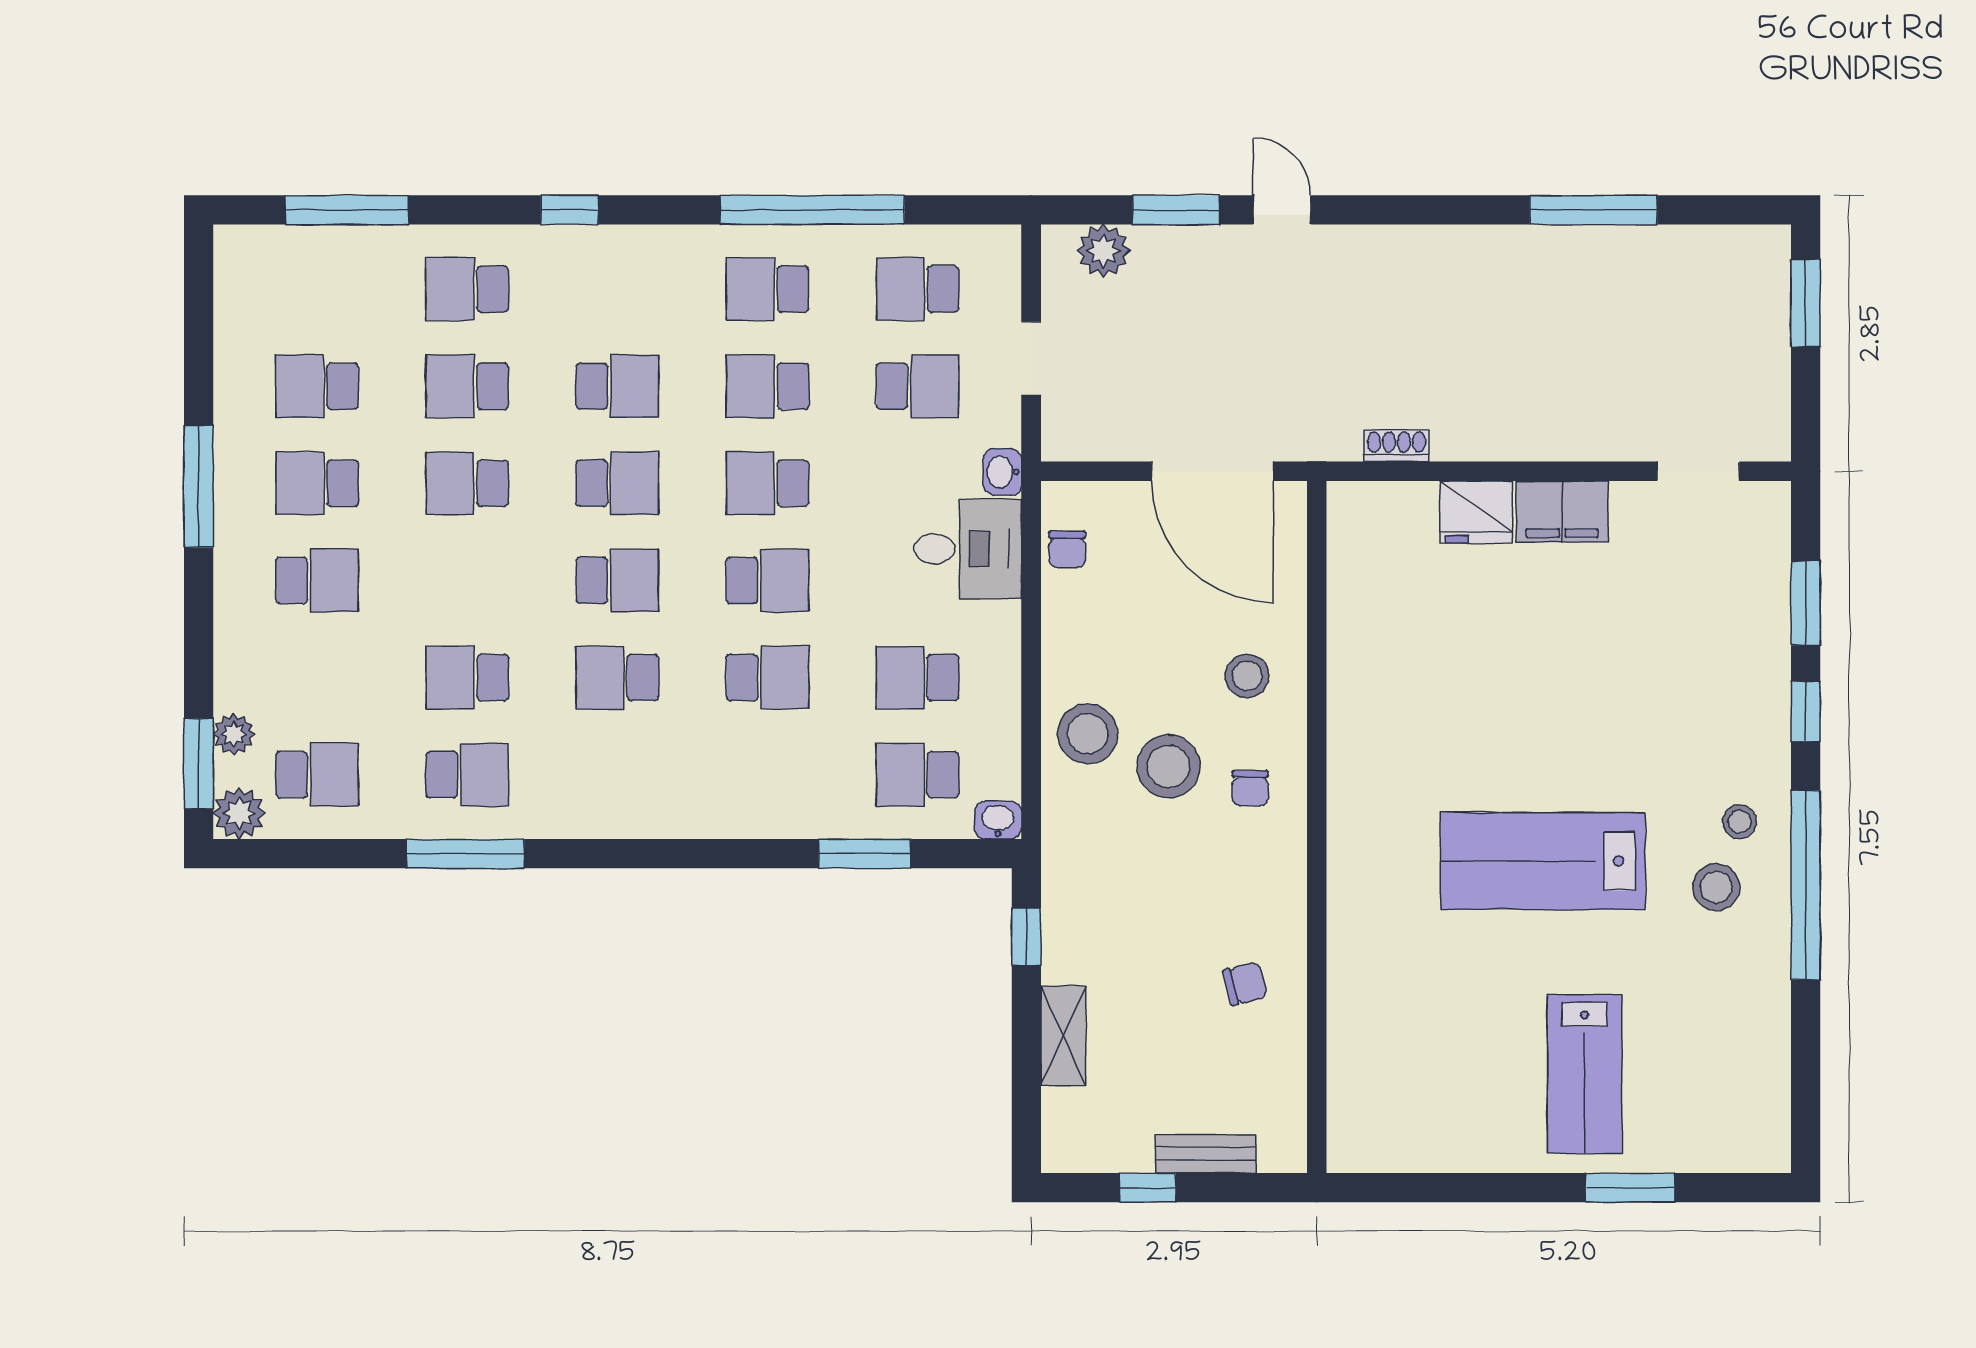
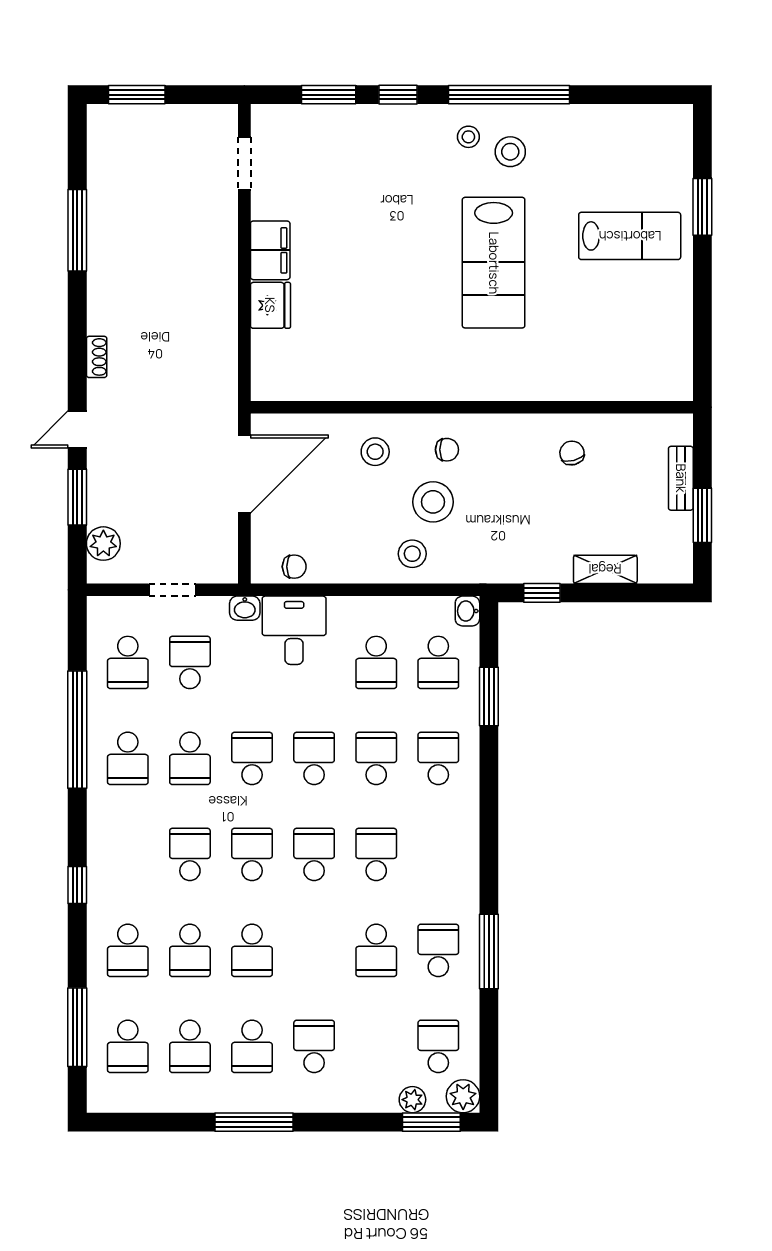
school desk: (317, 289) -> (128, 1046), added
shoe rack: (1396, 446) -> (97, 357), moved, turned 180
school desk: (767, 483) -> (252, 758), turned 180
school desk: (617, 677) -> (376, 854), turned 180
stool: (1088, 734) -> (412, 554), width x0.73, depth x0.73
school desk: (767, 775) -> (438, 758), added
window: (1148, 1188) -> (702, 515), width x1.50

